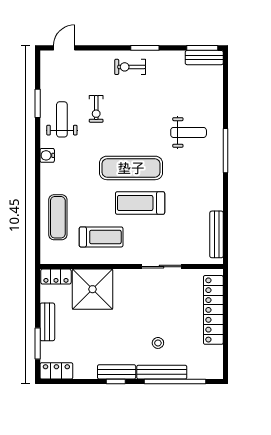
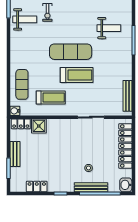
weight bench: (62, 119) -> (25, 19), turned 90
water cooler: (47, 155) -> (15, 111), moved
treadmill: (140, 203) -> (77, 75), turned 180
shower: (93, 289) -> (39, 126), width x0.54, depth x0.54
washbasin: (214, 368) -> (126, 185), added
locker: (56, 371) -> (37, 186), moved
bench: (117, 372) -> (61, 187), removed

